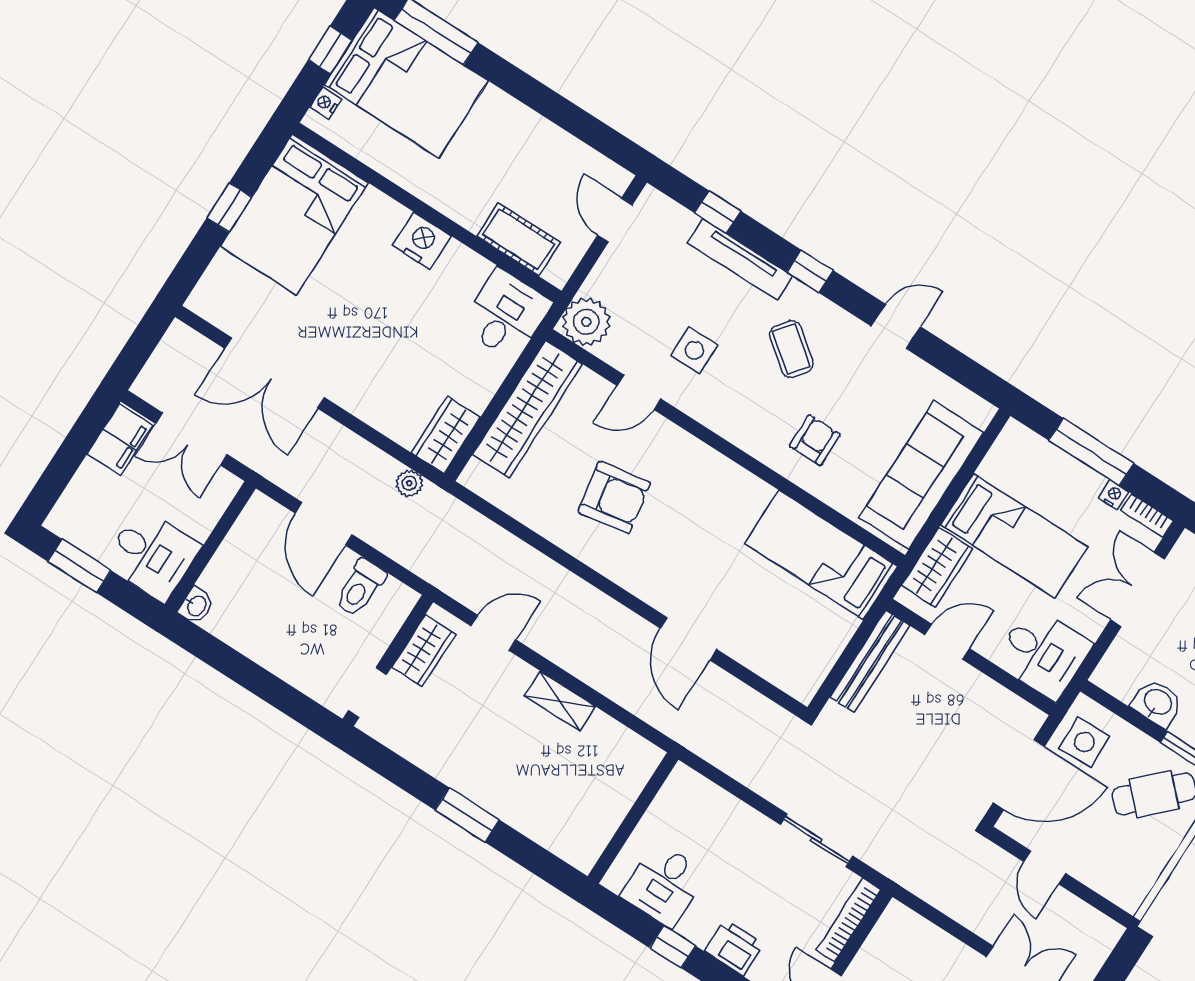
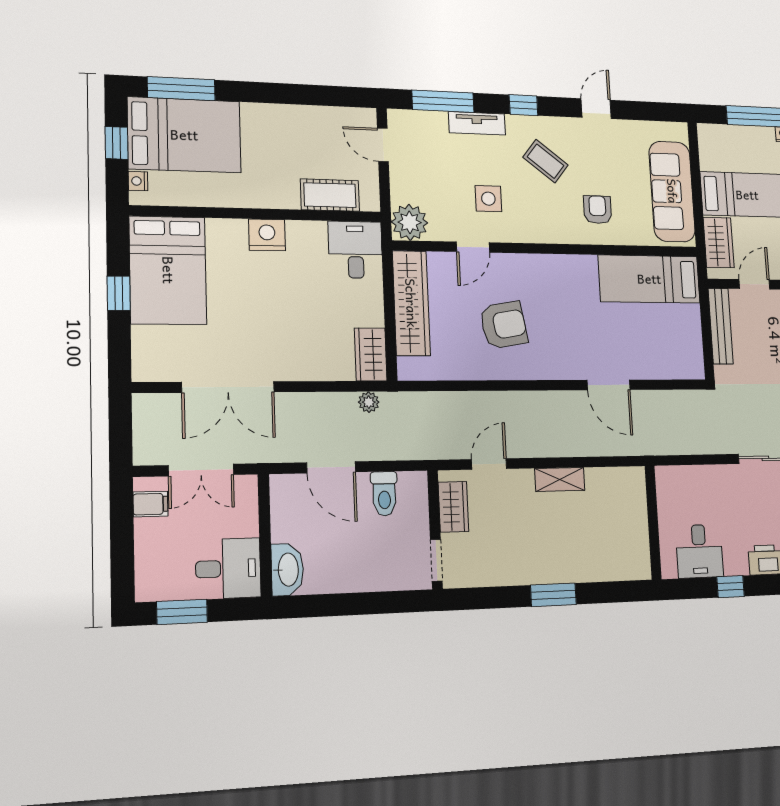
window: (718, 212) -> (443, 101), width x2.17
tv unit: (740, 259) -> (477, 123), width x0.71
filing cabinet: (120, 440) -> (150, 504), width x0.50
washbasin: (196, 606) -> (287, 570), width x1.91, depth x1.45

